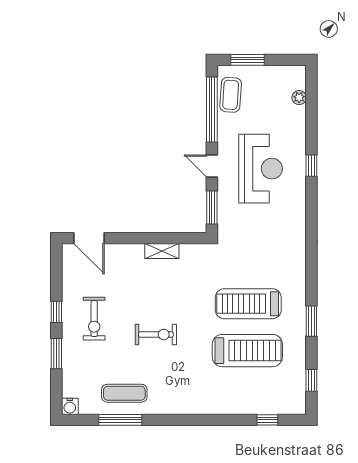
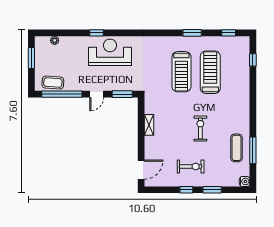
window: (247, 60) -> (31, 58), moved
reception desk: (261, 169) -> (110, 52), moved

